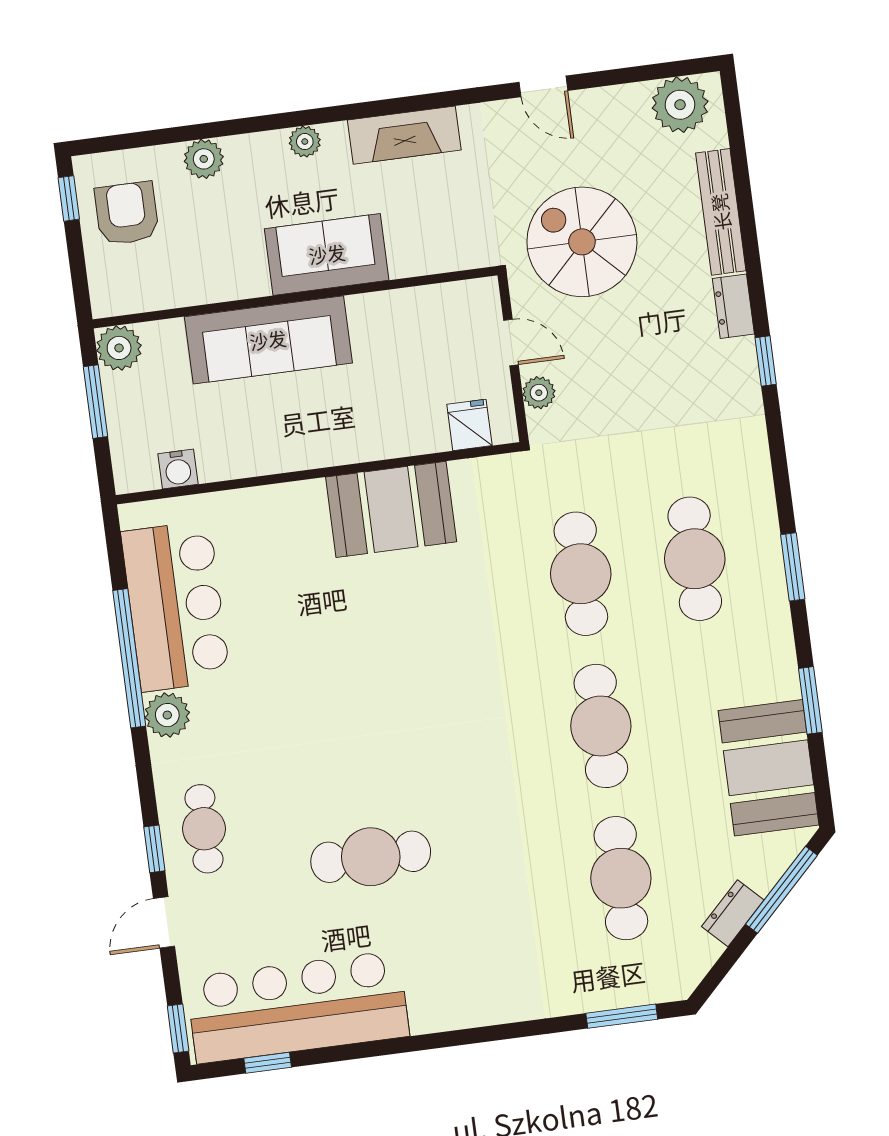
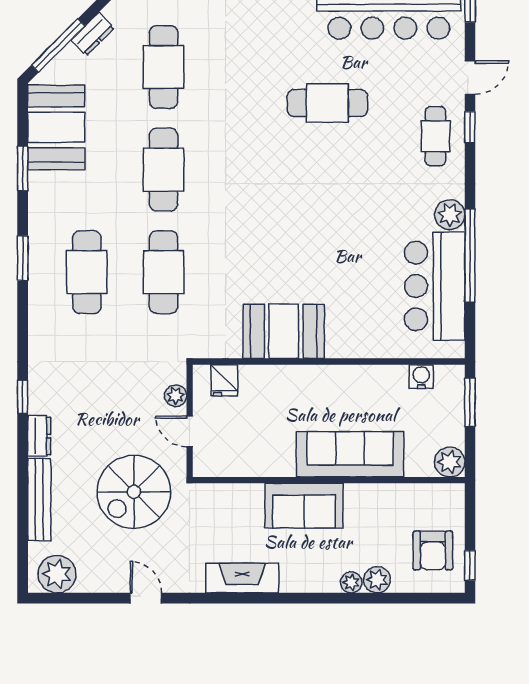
plant: (305, 142) -> (351, 582), moved
spiral stairs: (582, 242) -> (134, 492), turned 90
window: (95, 402) -> (470, 402), moved

